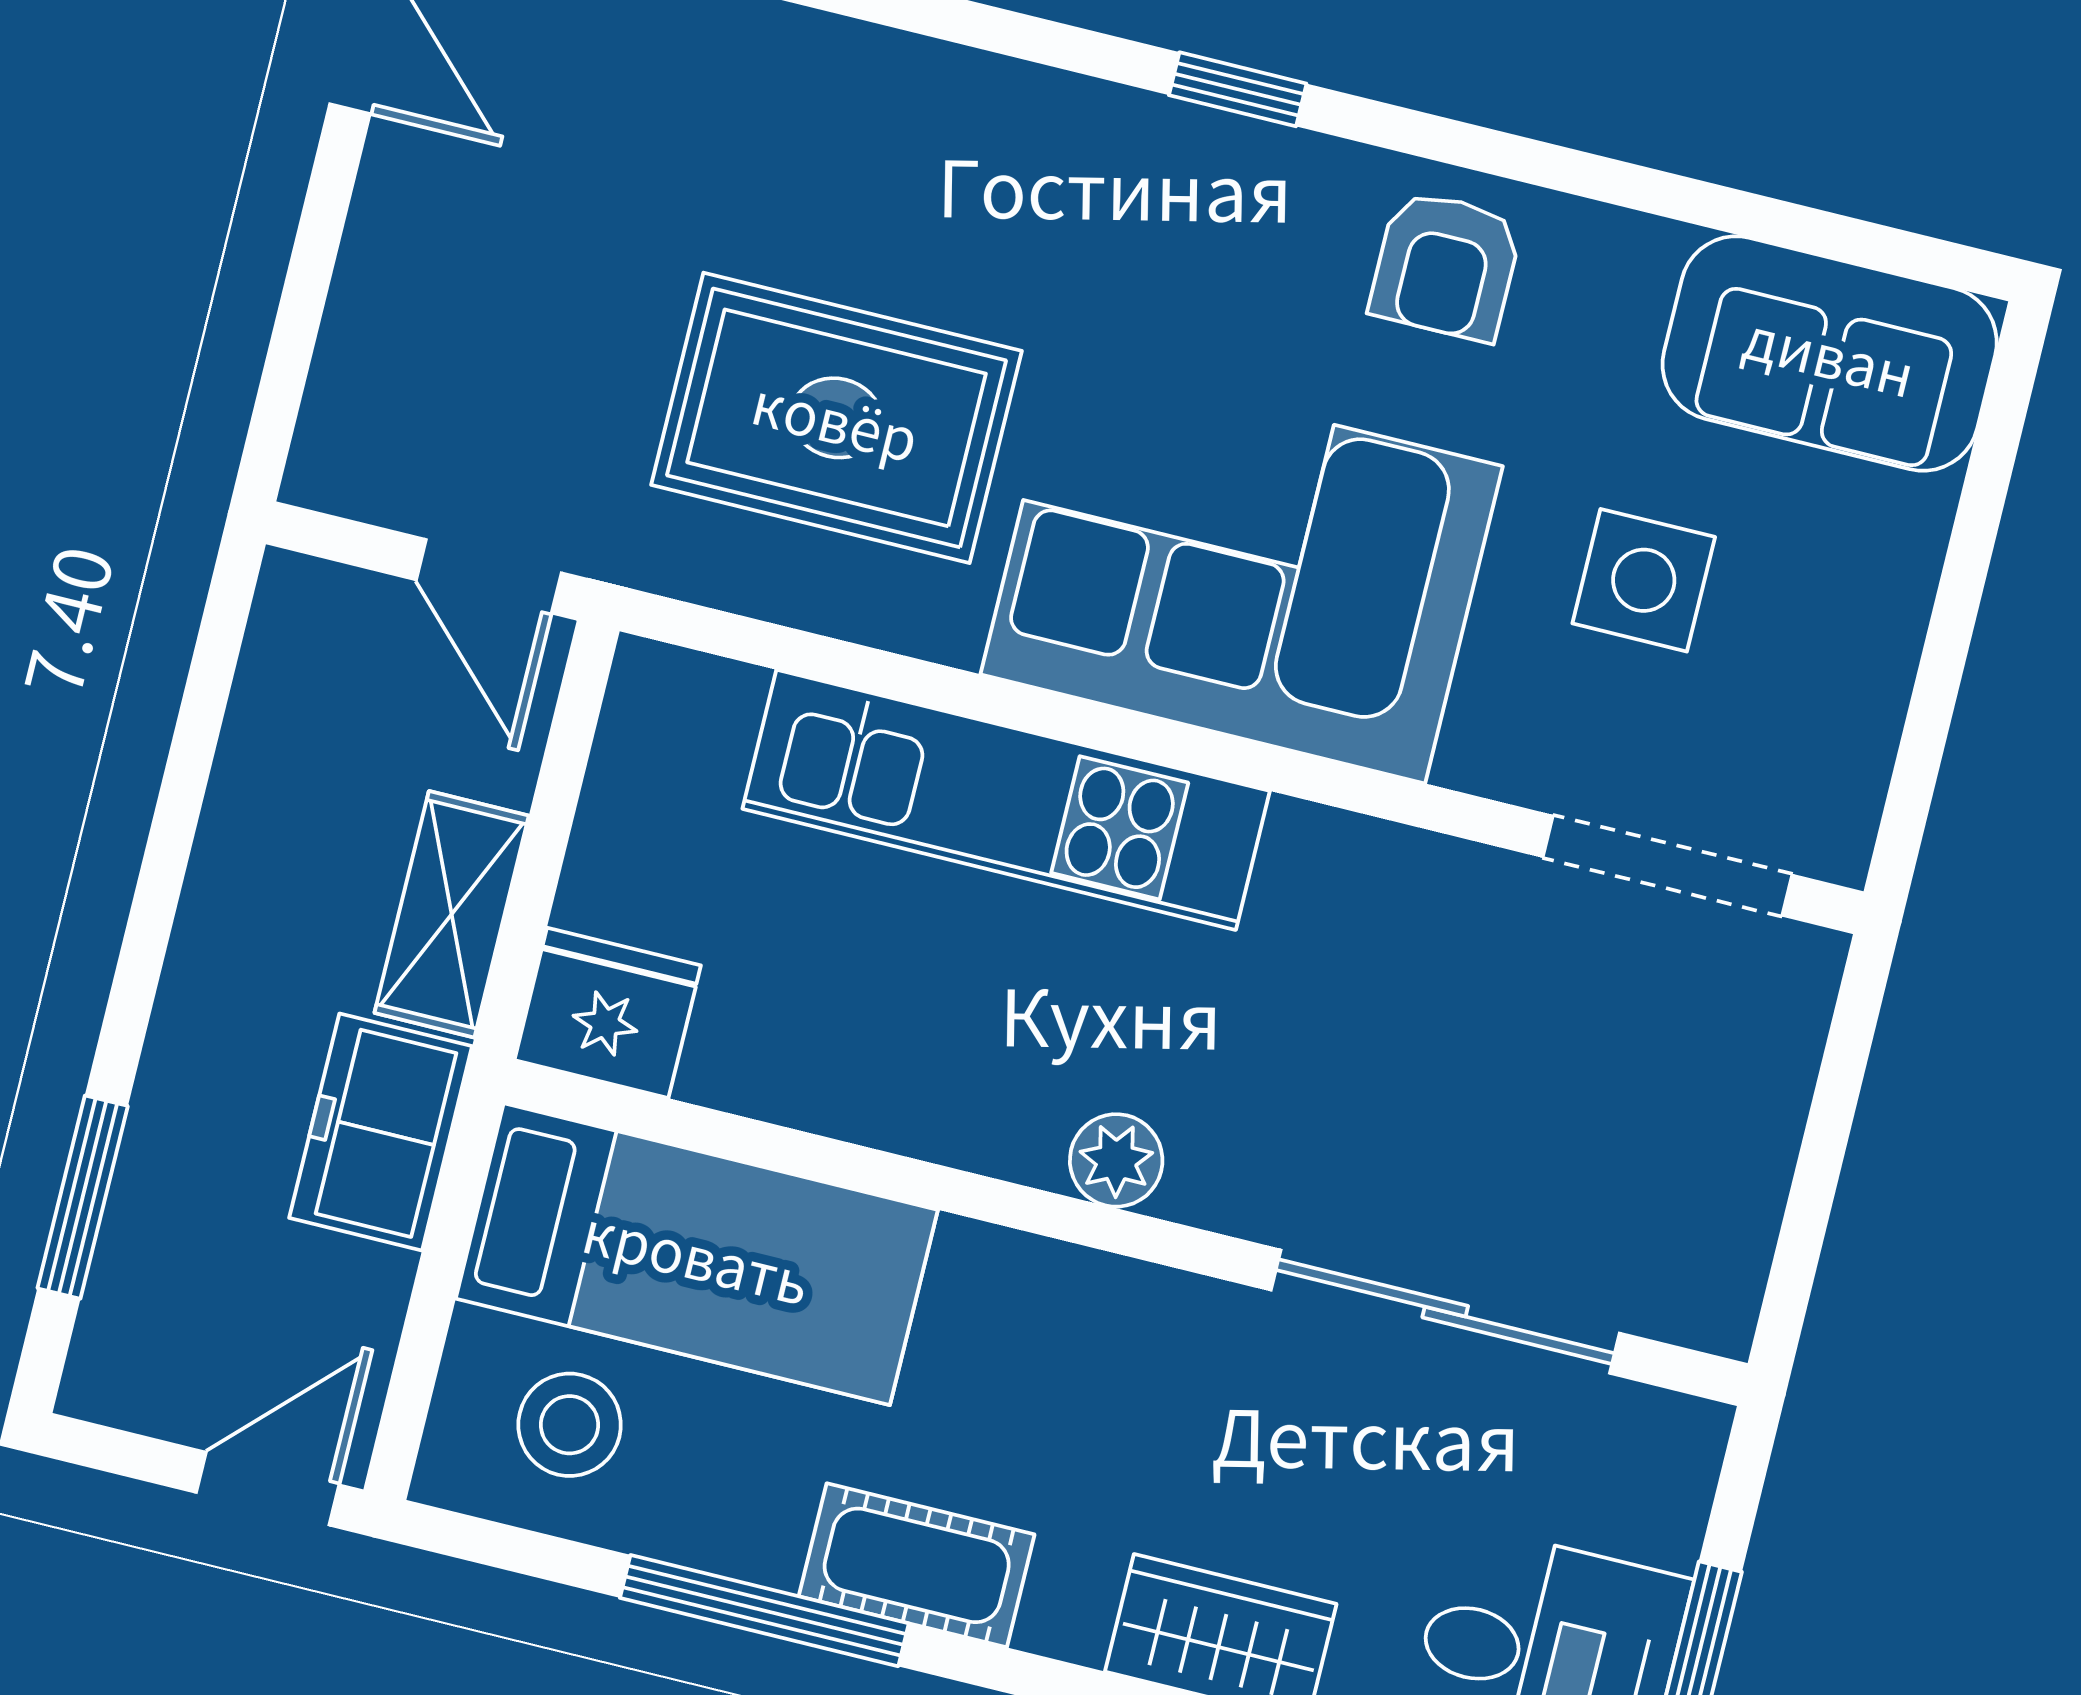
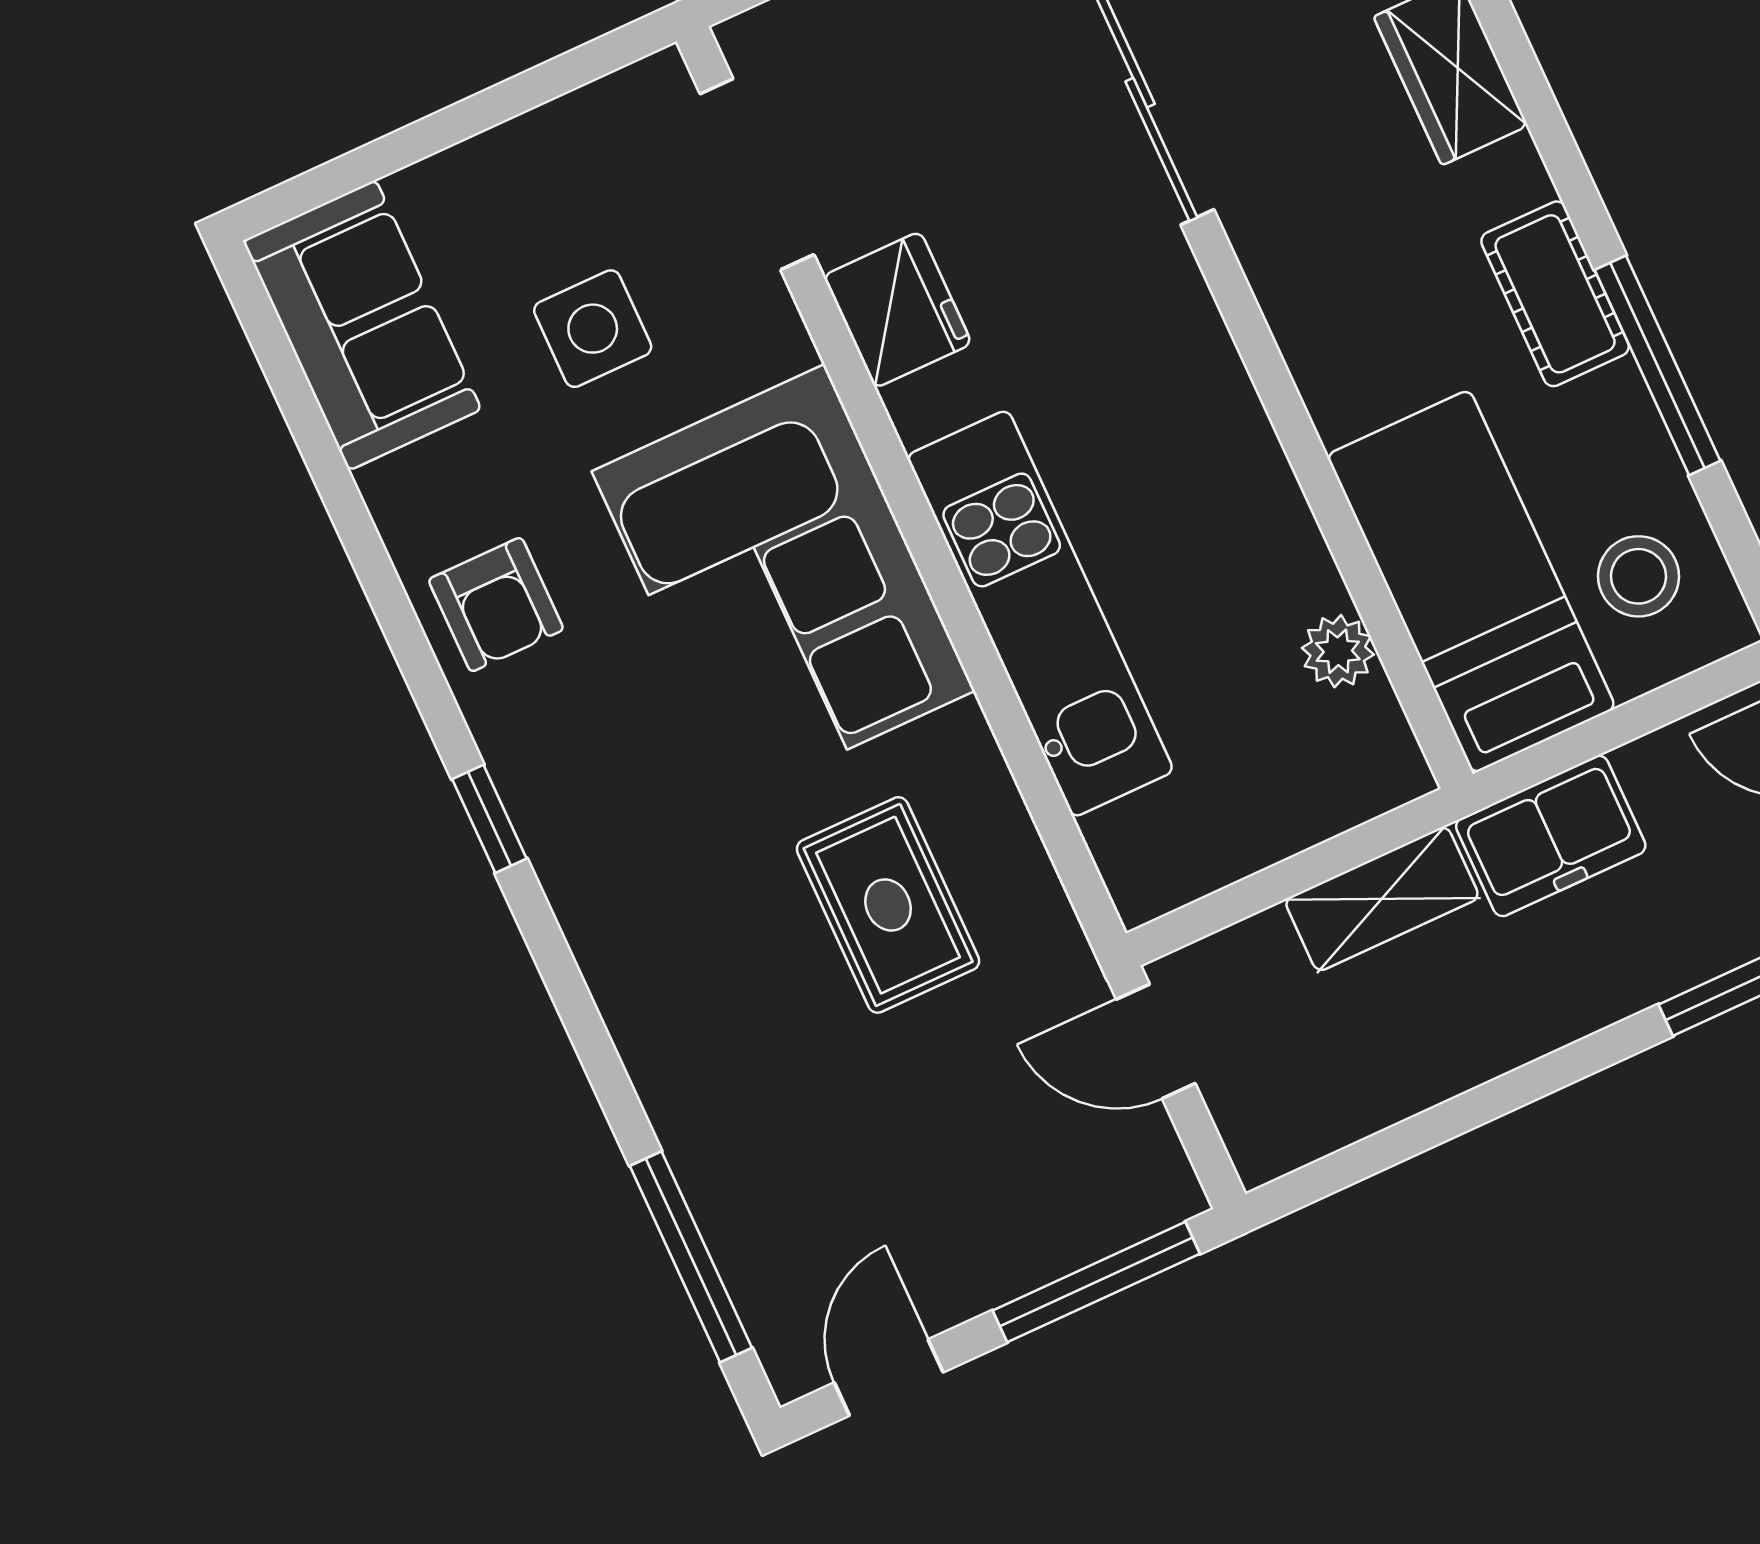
armchair: (1446, 266) -> (496, 605), turned 90
window: (296, 327) -> (1096, 1282), added
rug: (836, 418) -> (888, 905), width x0.73, depth x0.70
door: (489, 576) -> (1156, 1041), swing flipped
fridge: (608, 1013) -> (897, 310), moved, turned 180
plant: (1116, 1160) -> (1338, 651), moved

